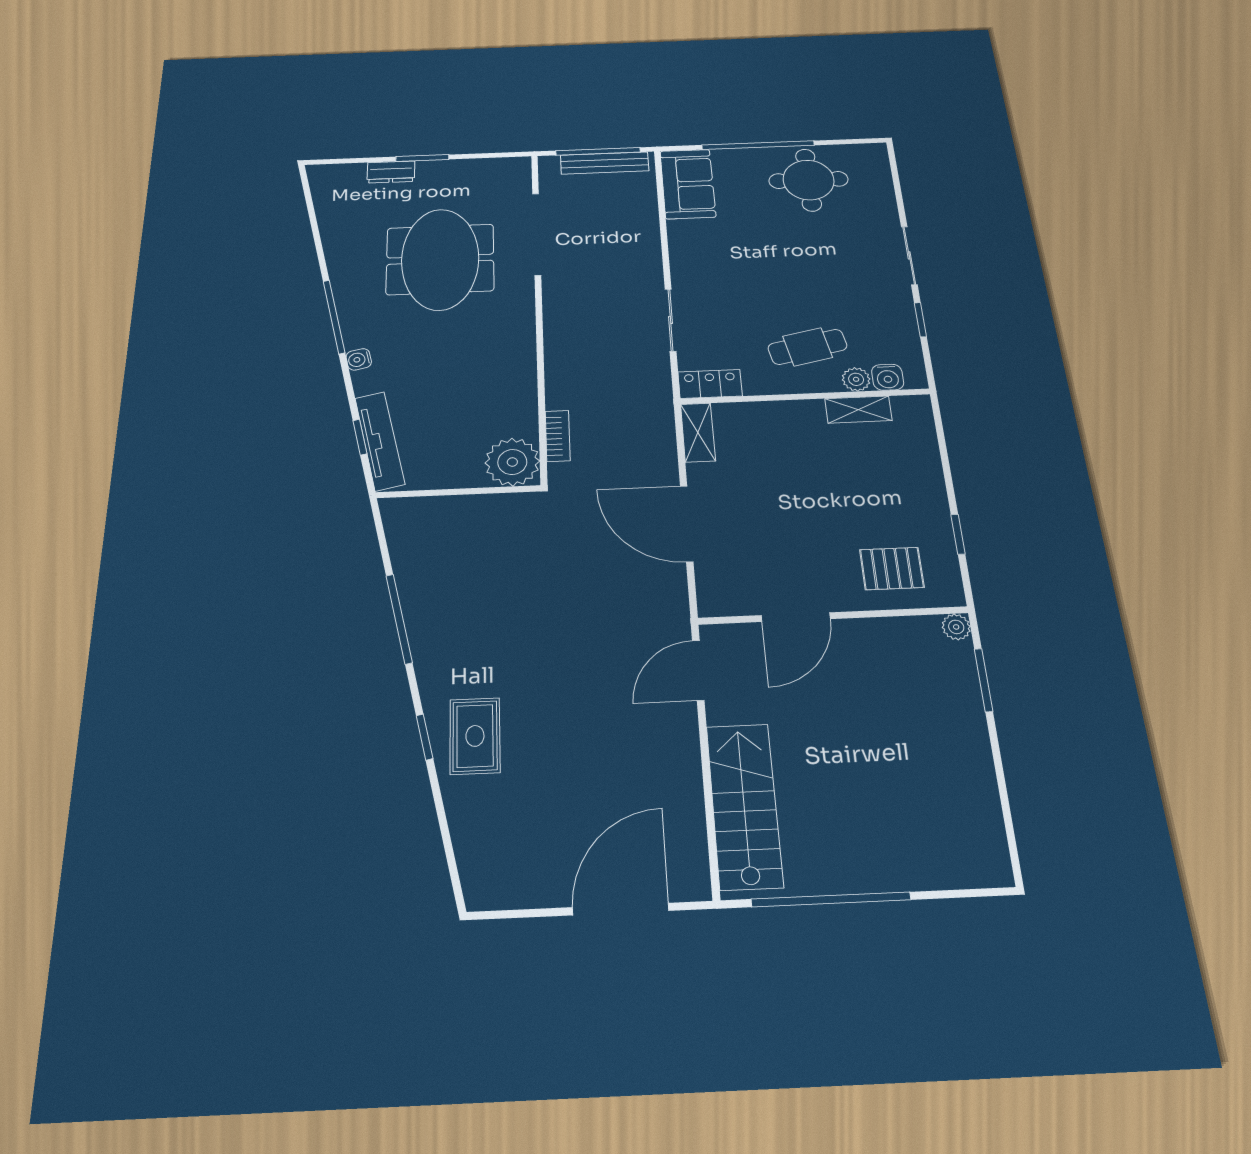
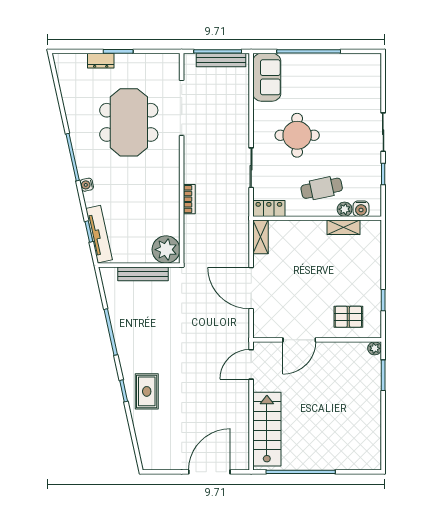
round table: (809, 180) -> (297, 135), moved
bookcase: (558, 436) -> (189, 199), moved
bench: (466, 507) -> (143, 274), added

